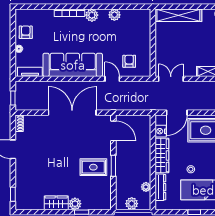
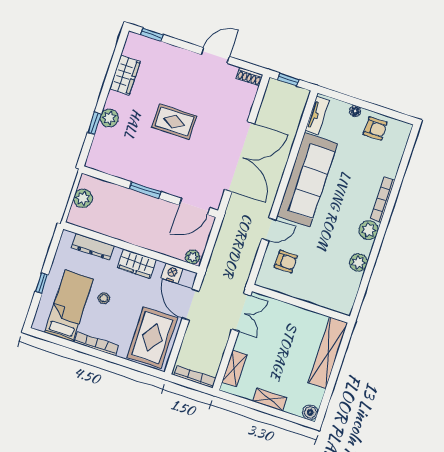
wardrobe: (162, 155) -> (137, 264), width x0.67
rug: (93, 167) -> (174, 122), moved, turned 90
plant: (146, 187) -> (193, 257), moved
wardrobe: (56, 203) -> (125, 75), moved

